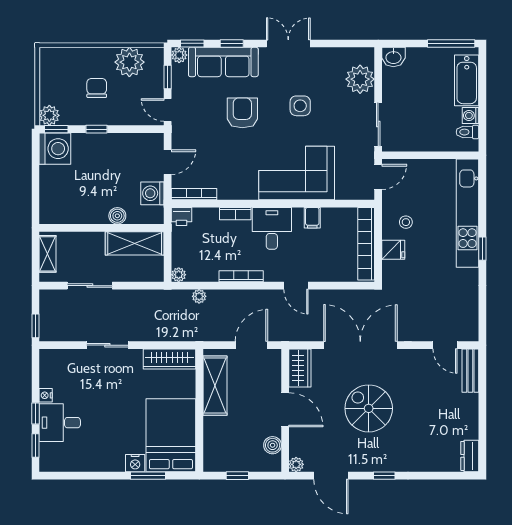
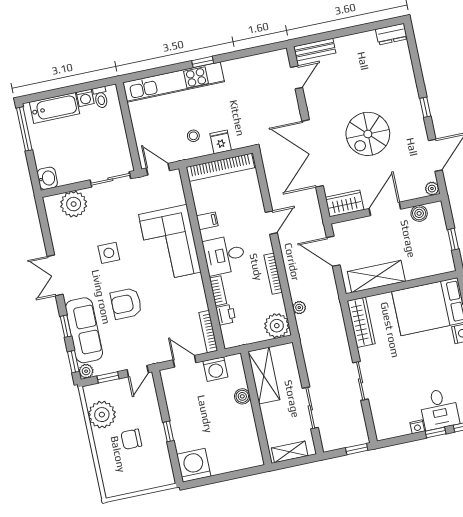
plant: (49, 115) -> (165, 477), removed
window: (56, 129) -> (176, 468), removed
printer: (181, 217) -> (226, 315), moved
plant: (179, 275) -> (277, 326), width x1.88, depth x1.88

